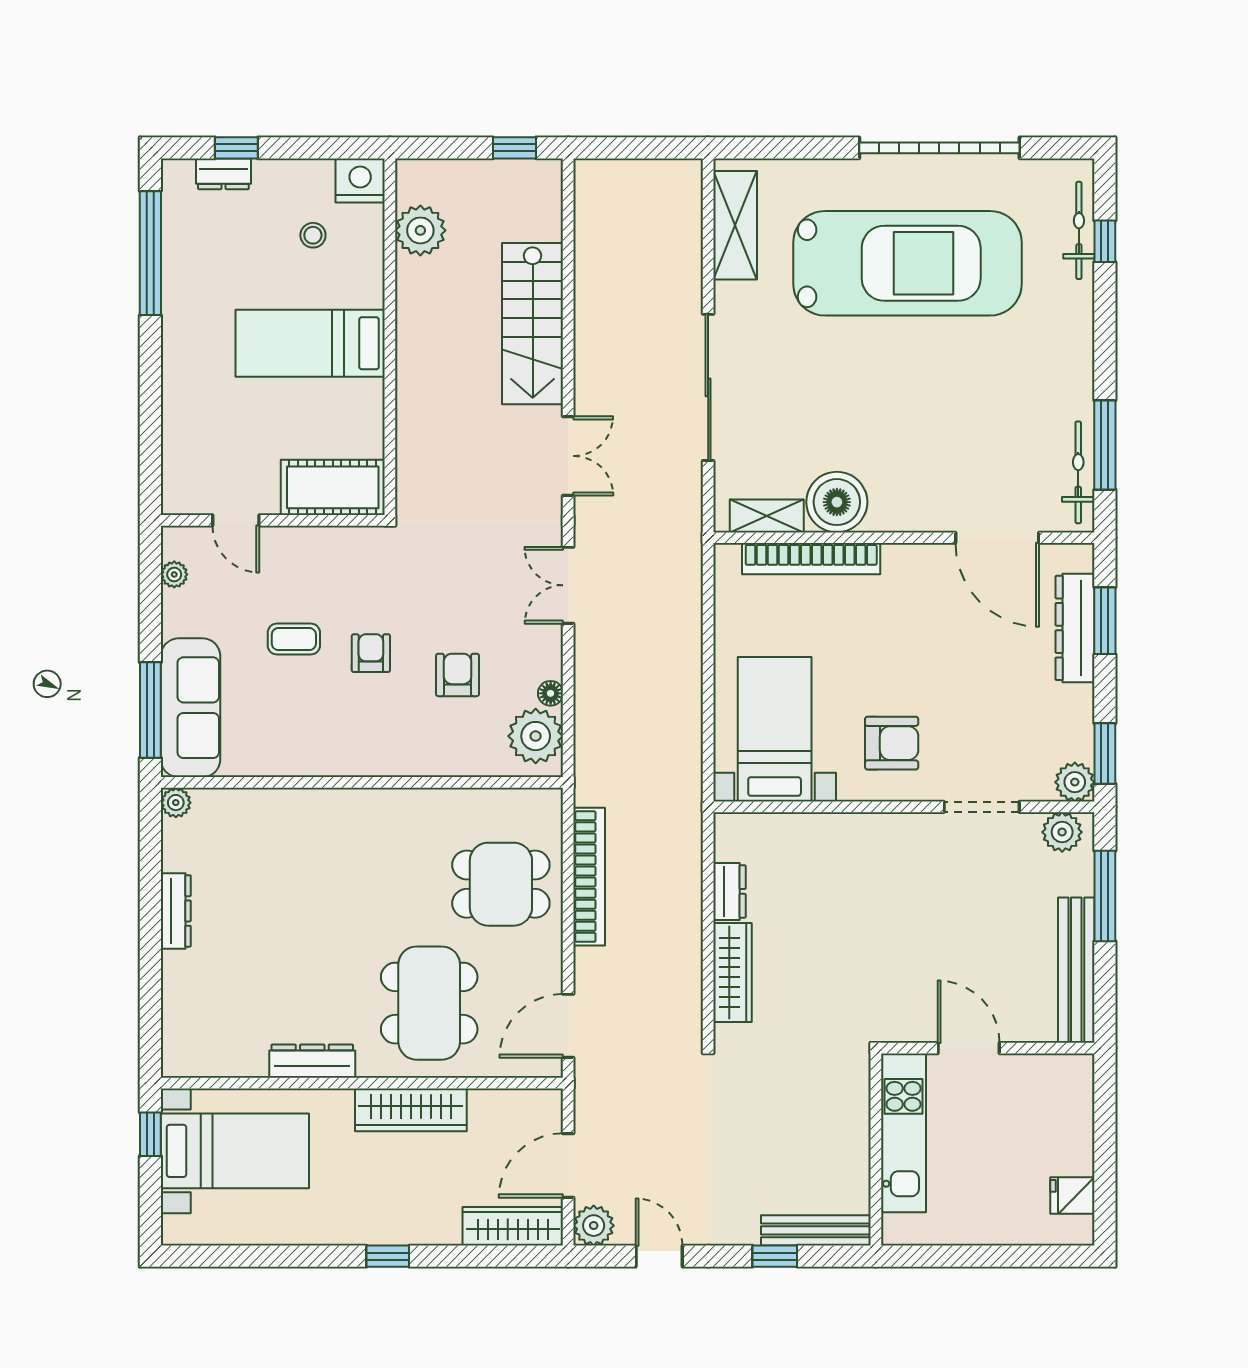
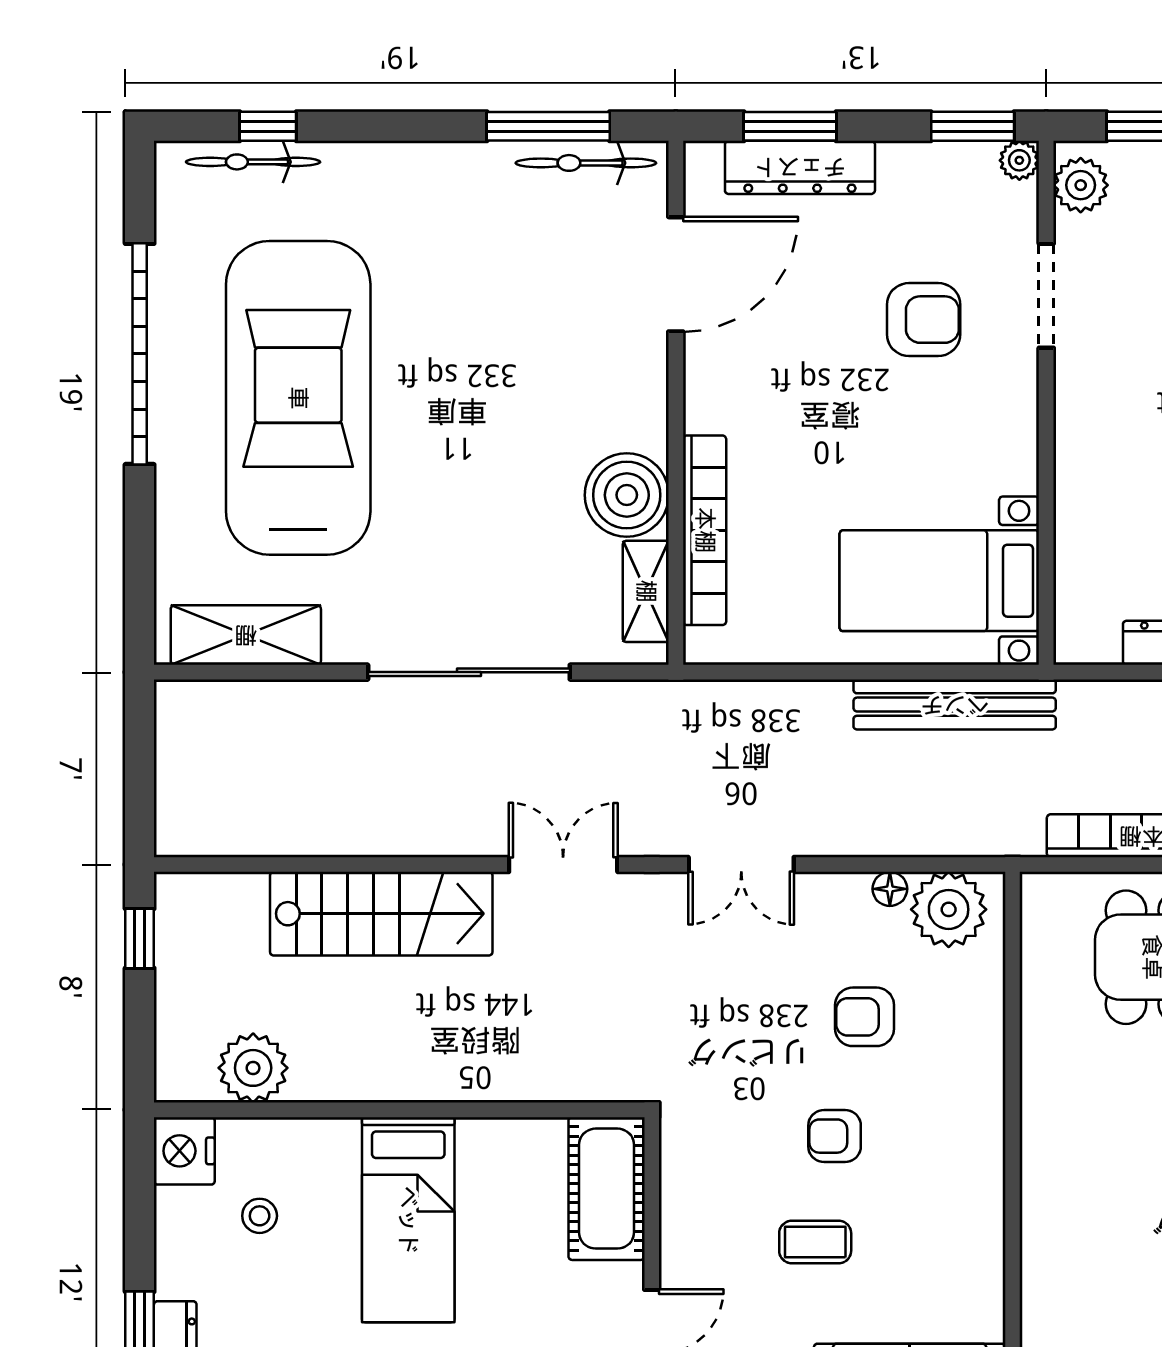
coffee table: (294, 639) -> (815, 1242), turned 90
bench: (685, 740) -> (955, 705), added
armchair: (892, 743) -> (924, 320), moved, turned 90
plant: (1075, 782) -> (1019, 160), width x0.73, depth x0.73

